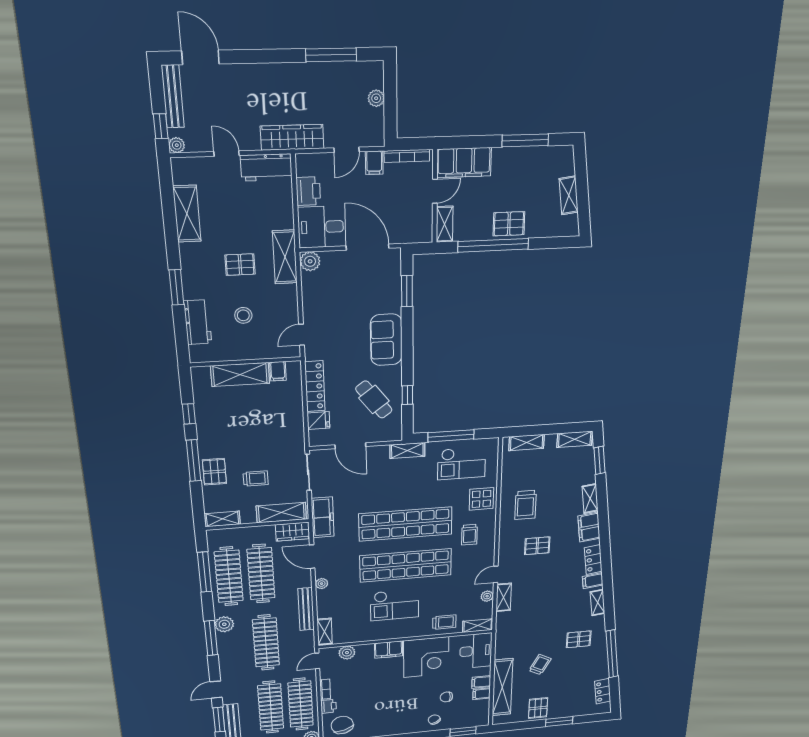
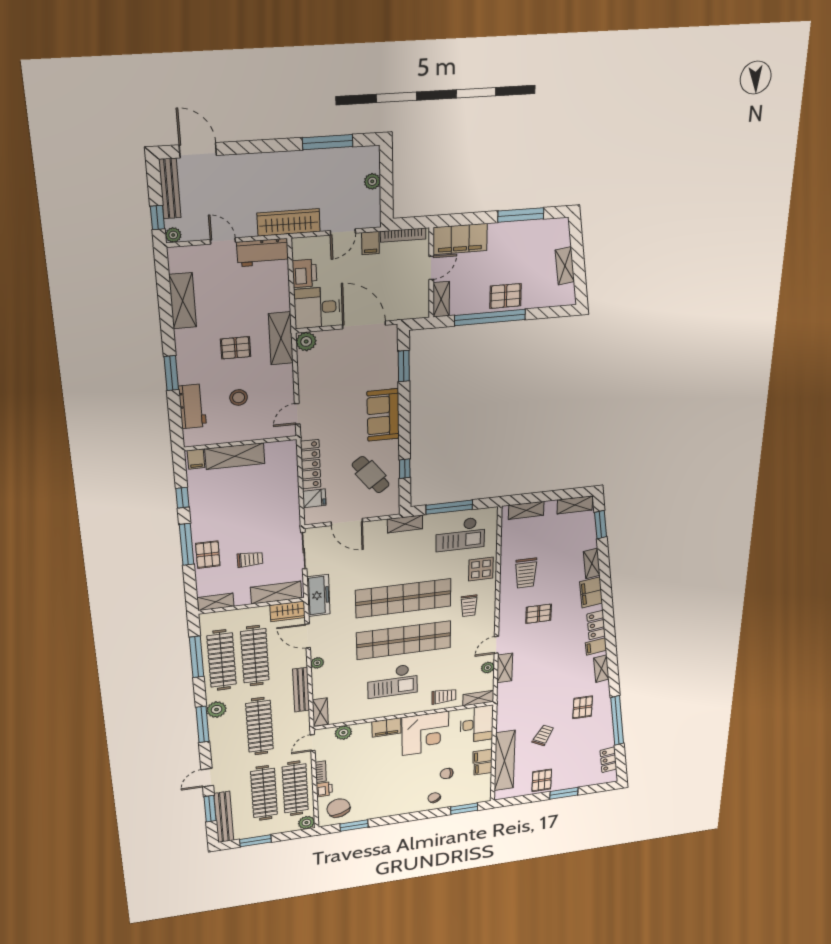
filing cabinet: (278, 371) -> (196, 459), moved
pallet: (579, 639) -> (583, 707), turned 90

